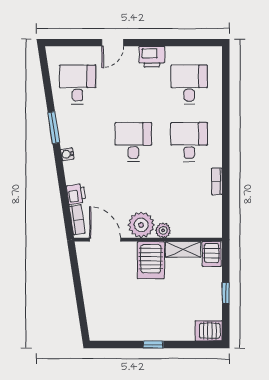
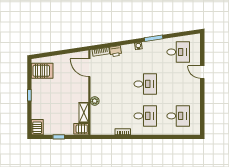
printer: (152, 57) -> (194, 95), removed
plant: (141, 225) -> (98, 88), removed
door: (105, 240) -> (89, 68), swing flipped
server rack: (151, 260) -> (42, 71), moved, turned 180

